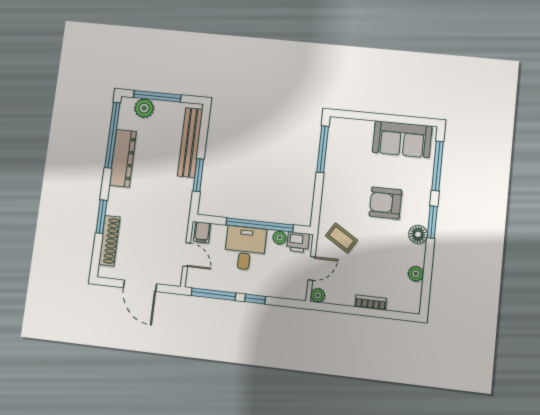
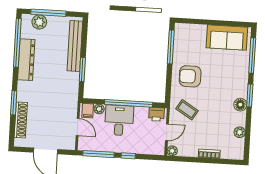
armchair: (385, 203) -> (190, 76), moved
plant: (280, 238) -> (99, 109), moved

